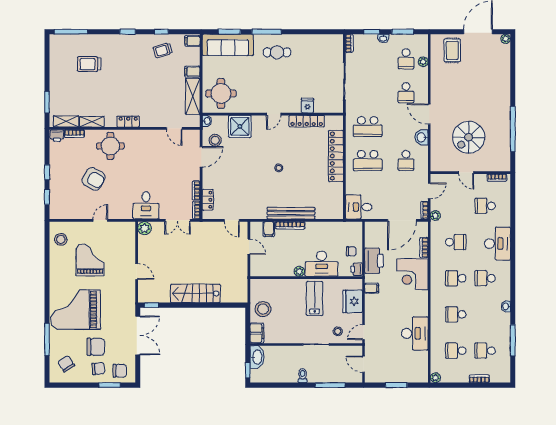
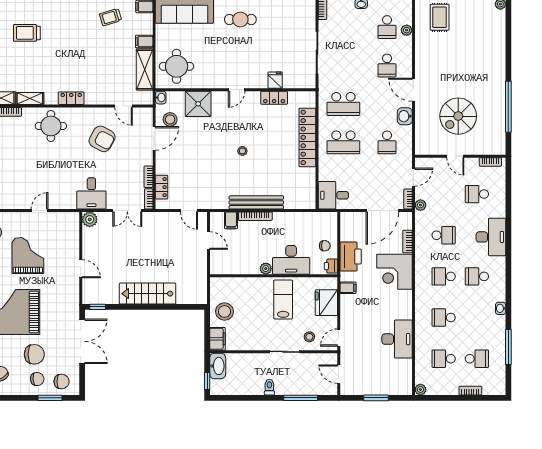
locker: (307, 121) -> (274, 98), width x0.66
armchair: (94, 179) -> (102, 139), moved
school desk: (485, 351) -> (477, 359), turned 180

